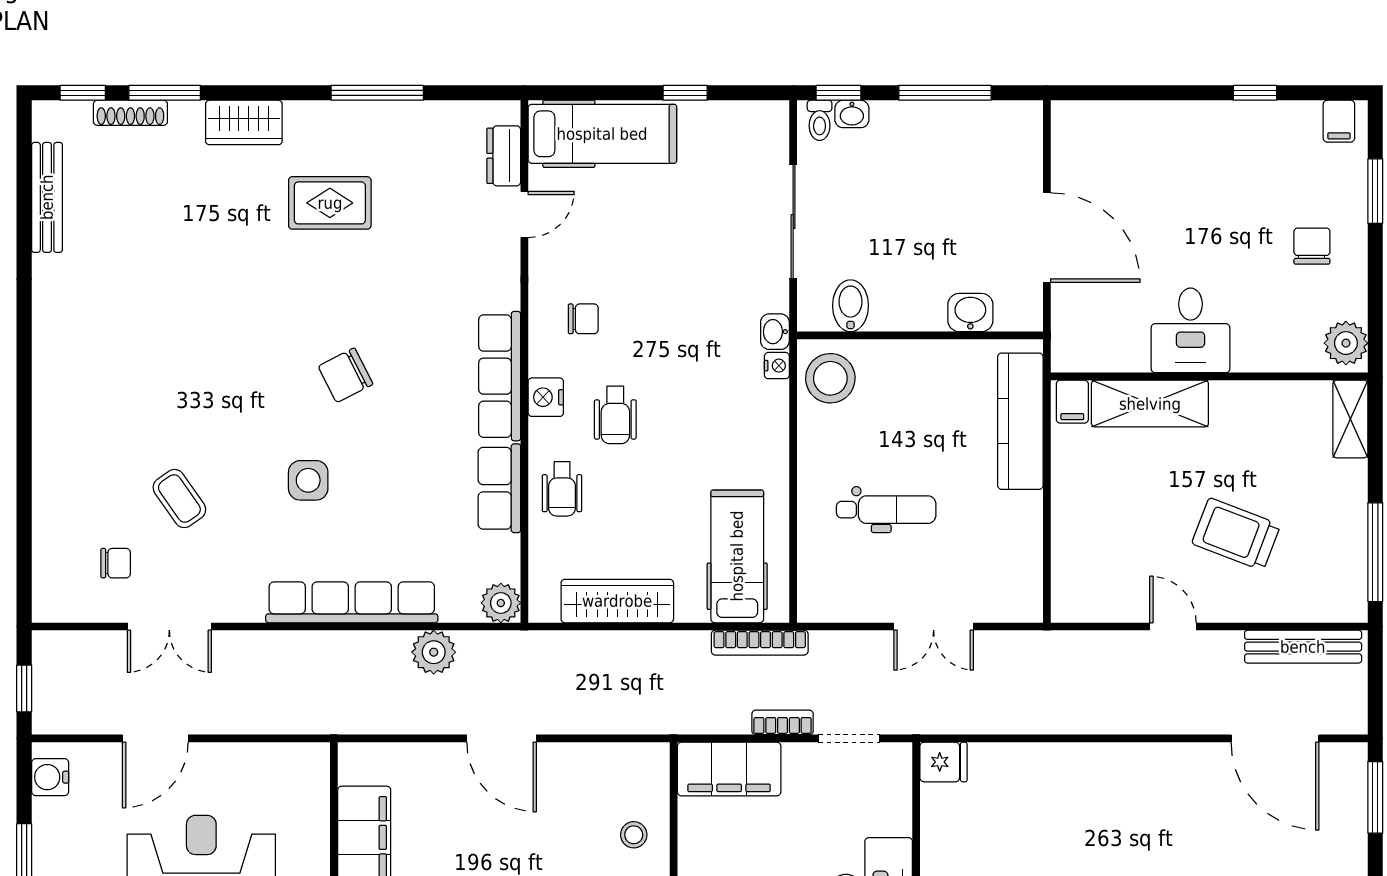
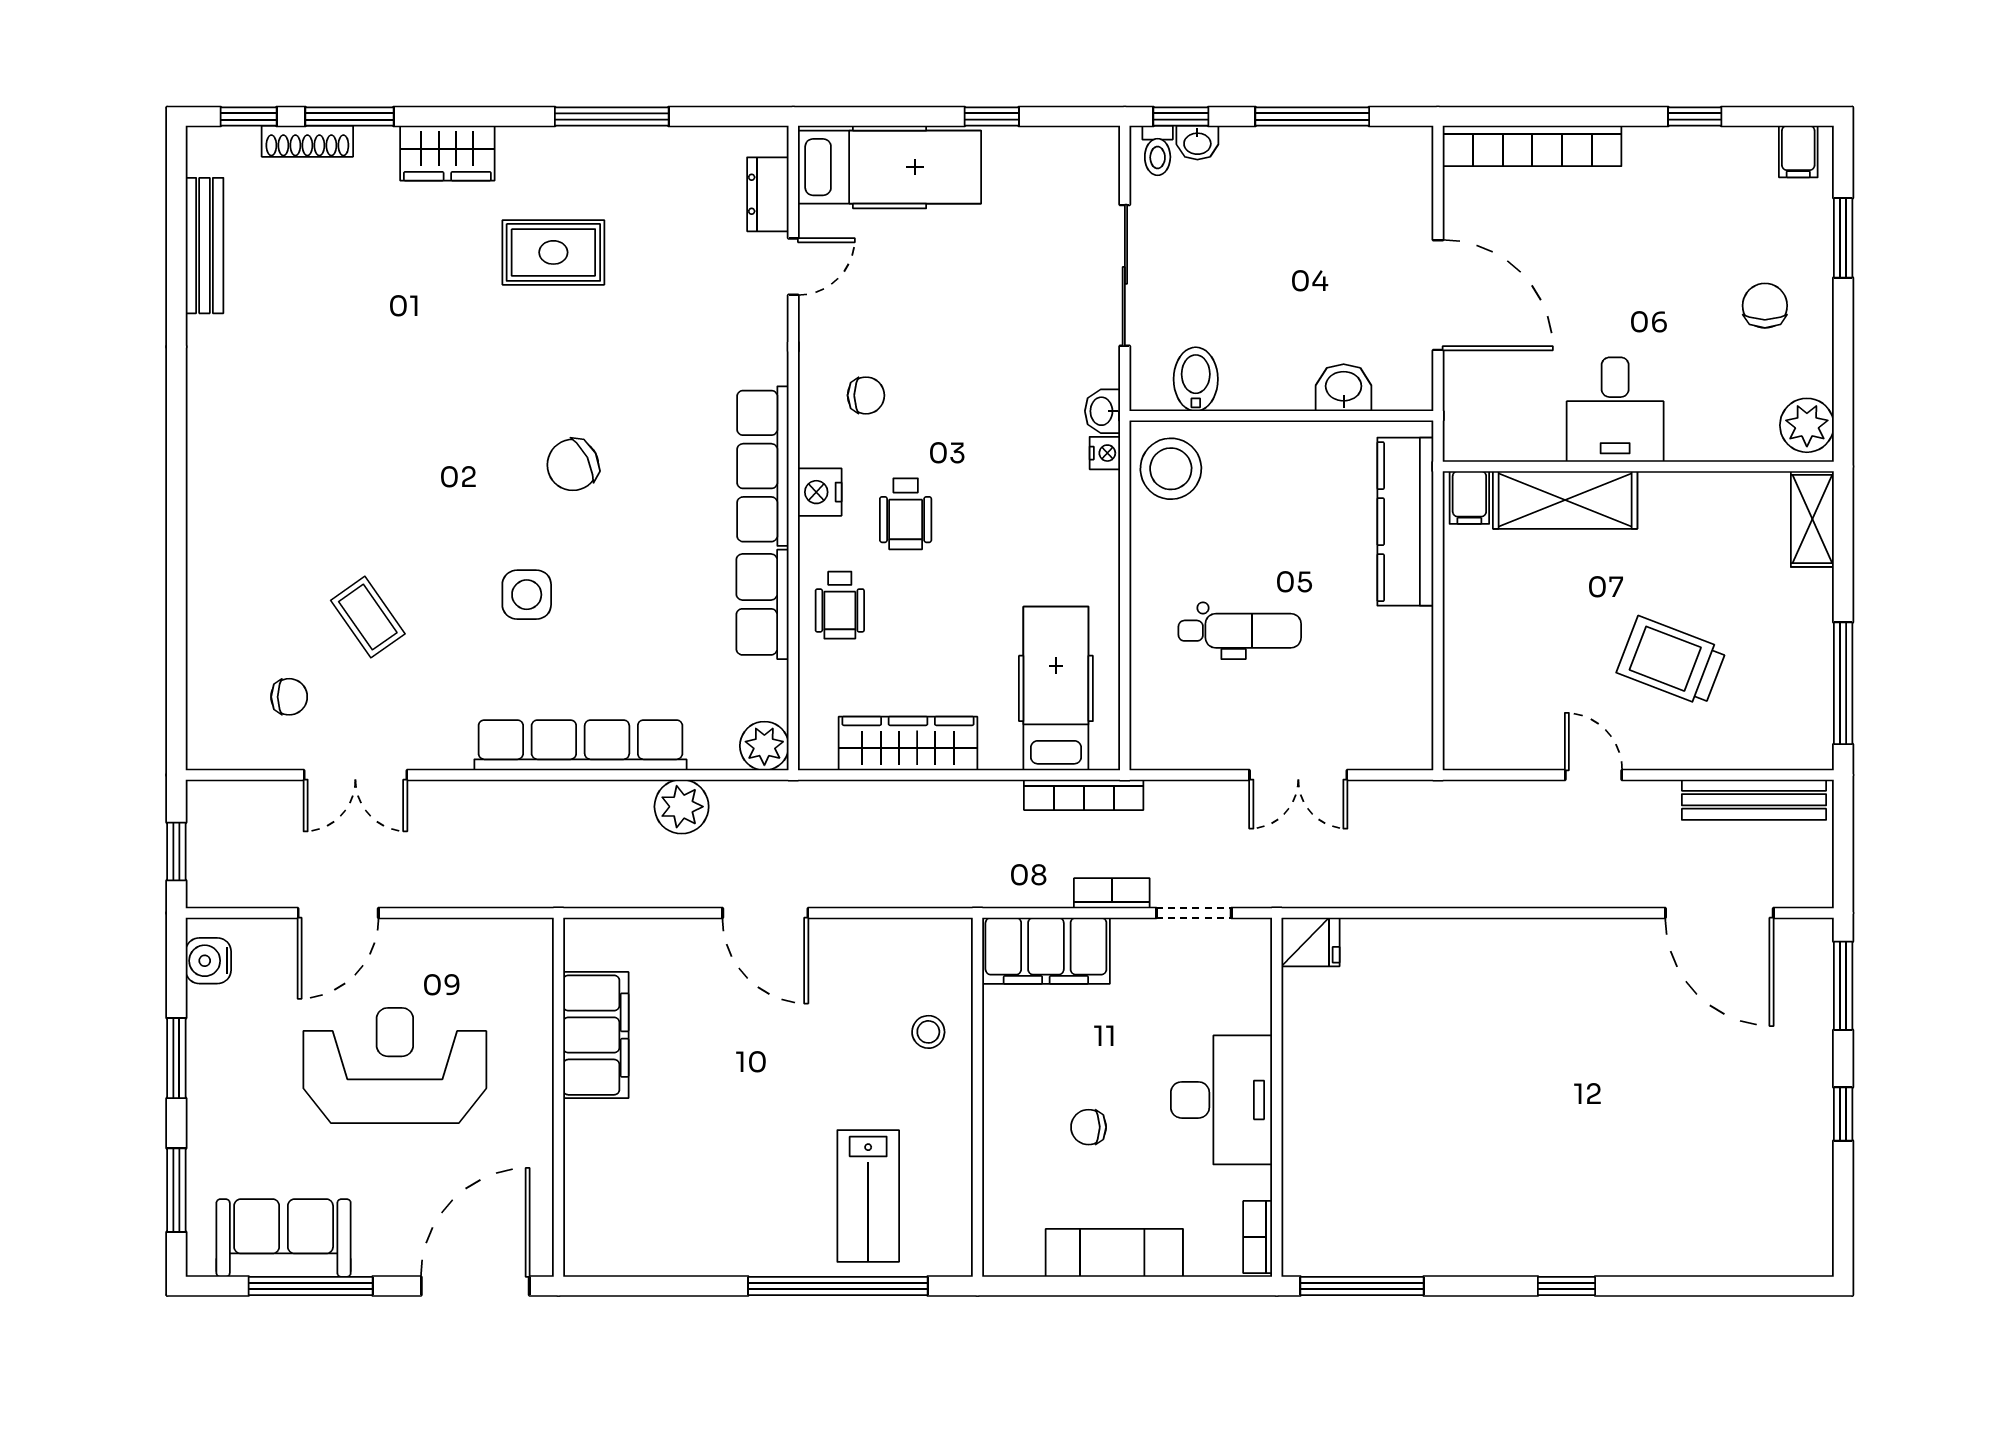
bookcase: (1123, 117) -> (1532, 146), added

